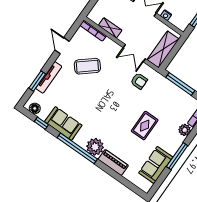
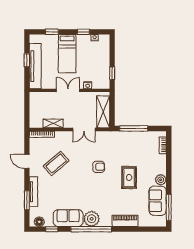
armchair: (139, 81) -> (99, 167), moved
plant: (185, 130) -> (161, 180), moved
plant: (95, 147) -> (92, 219), moved
window: (177, 156) -> (169, 207), moved

